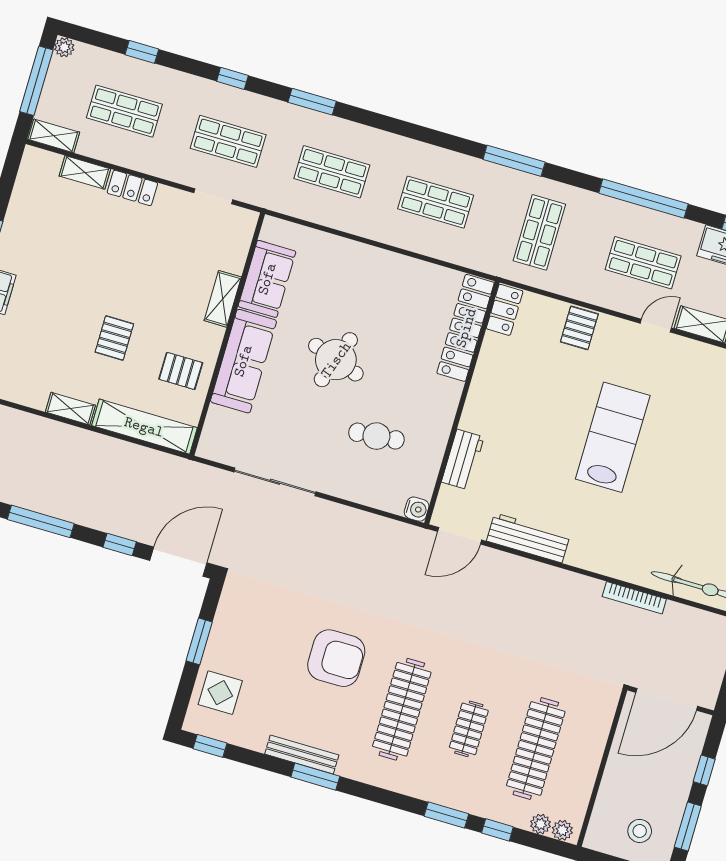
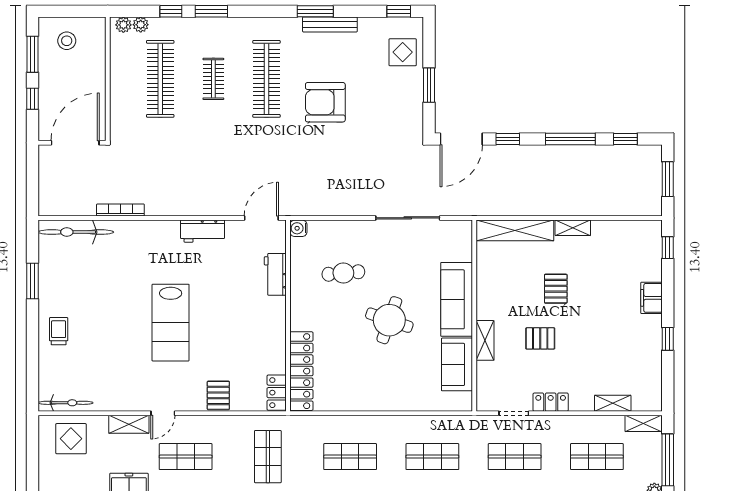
locker: (132, 188) -> (551, 402), moved
pallet: (181, 371) -> (540, 338), moved
workbench: (528, 538) -> (203, 231), width x0.73

